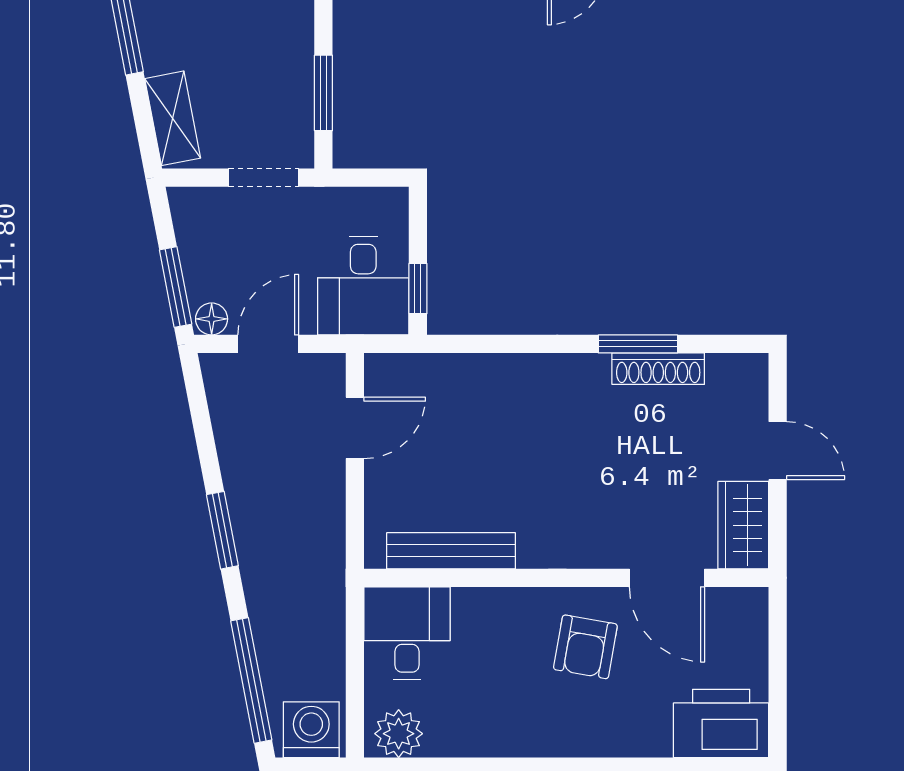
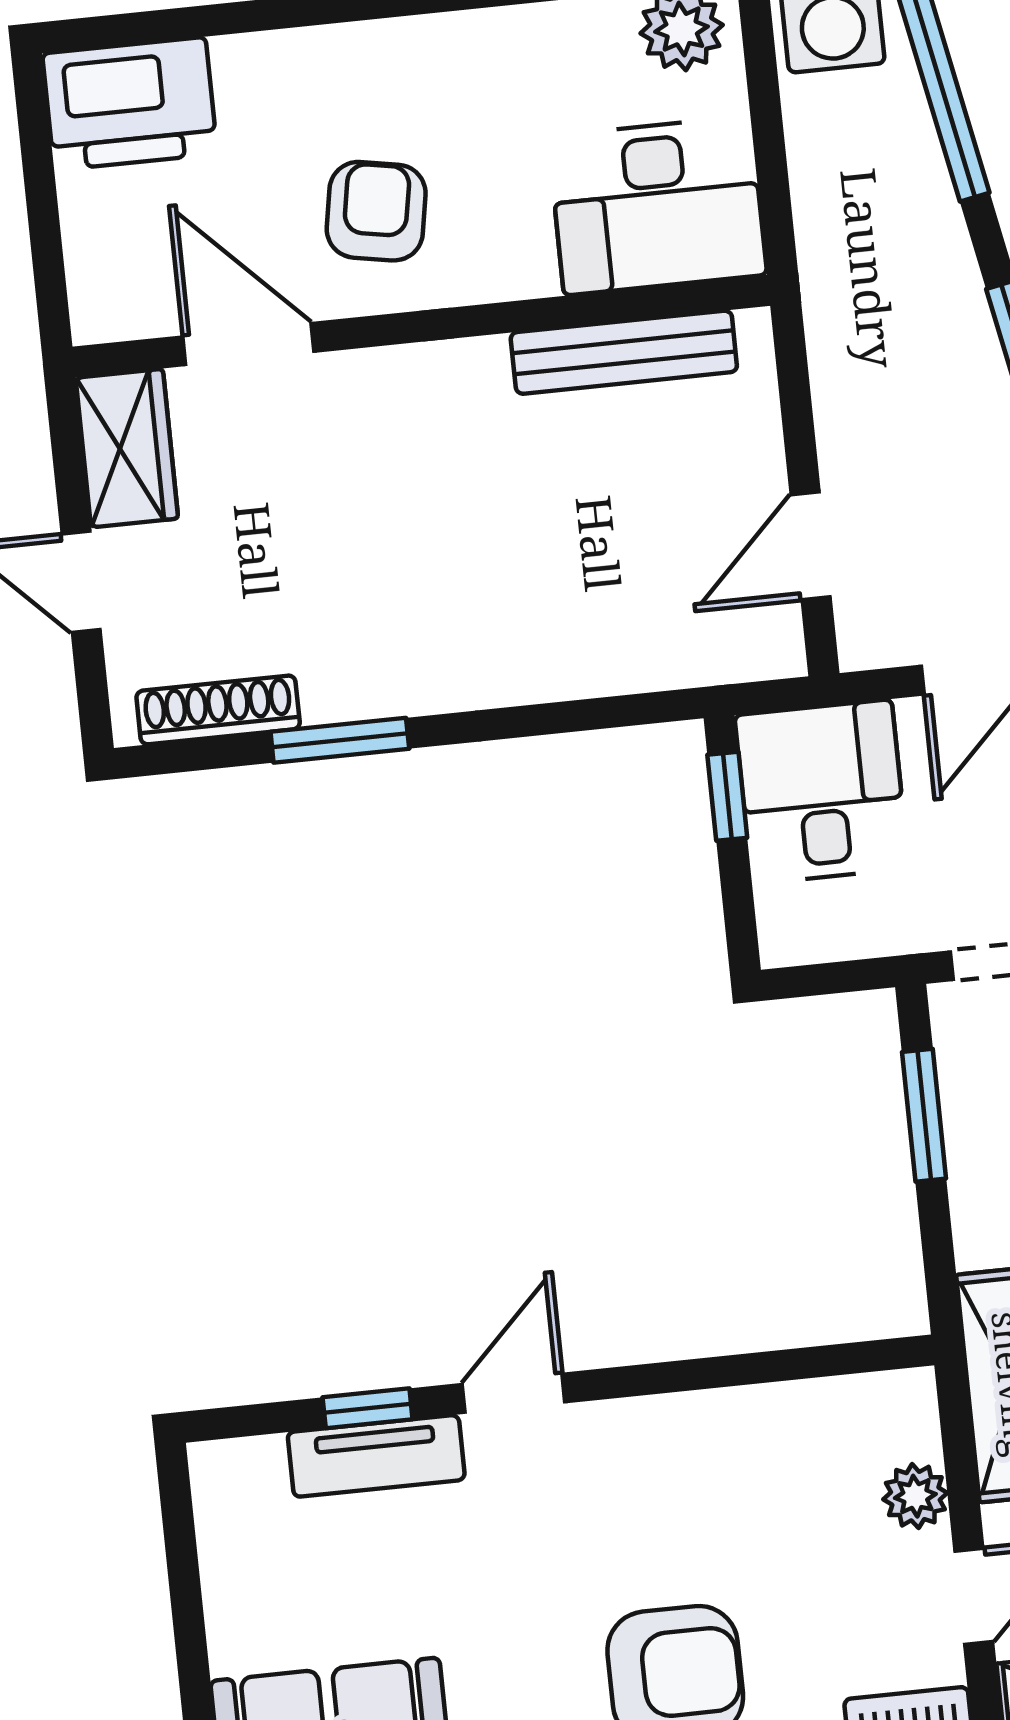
shoe rack: (658, 369) -> (218, 710), moved
desk: (407, 633) -> (657, 206), width x1.37

